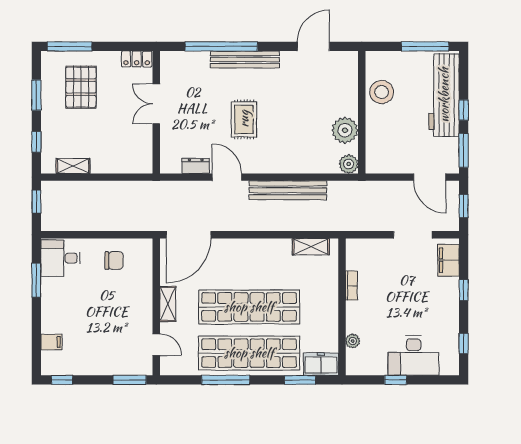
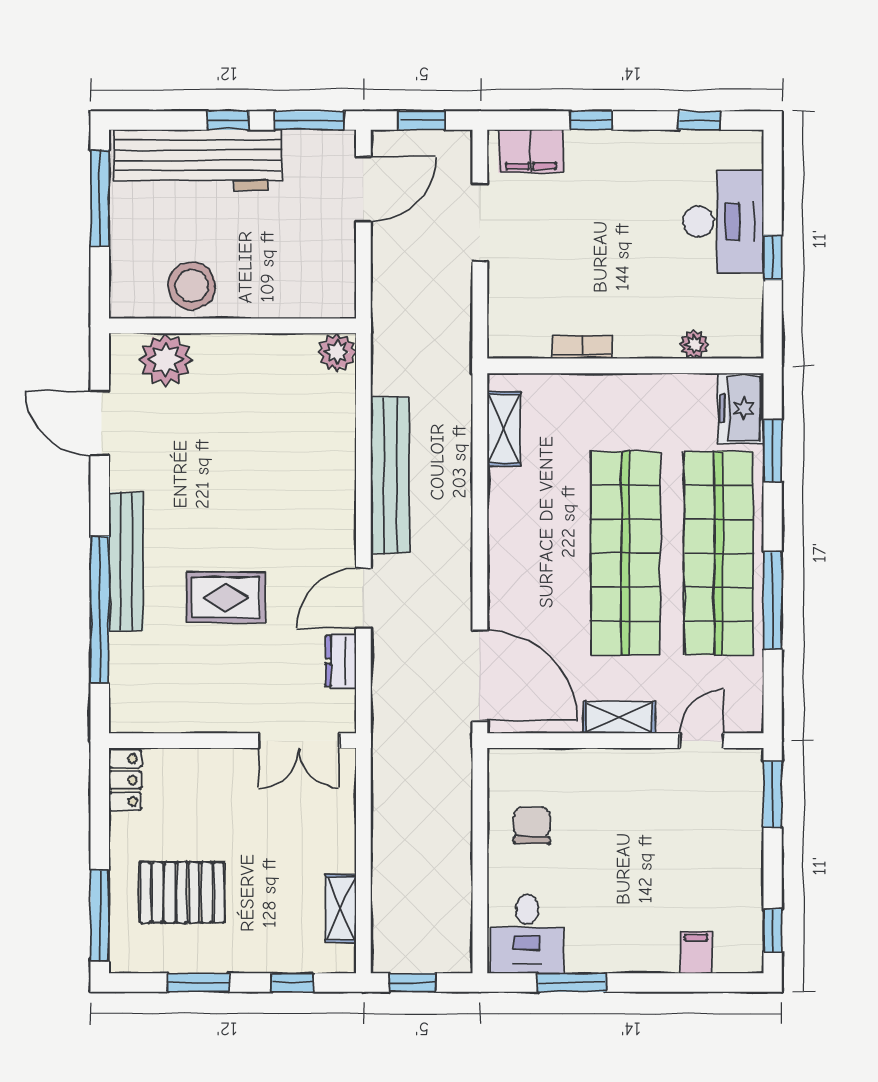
double door: (156, 104) -> (299, 741), moved
rug: (244, 119) -> (226, 597), moved
plant: (345, 130) -> (165, 360), moved

